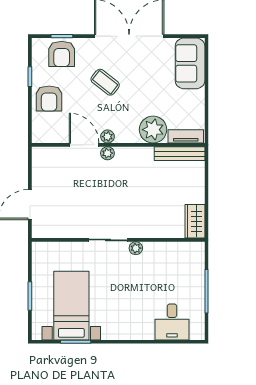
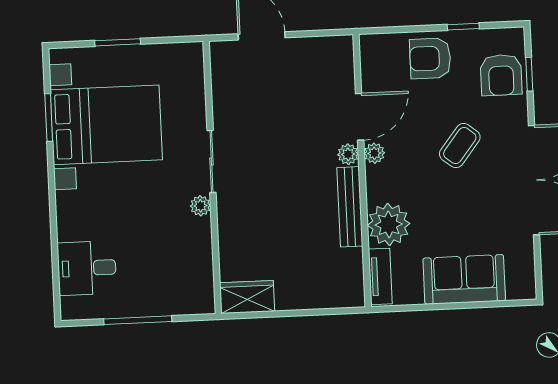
armchair: (62, 54) -> (501, 75), turned -90
sofa: (190, 63) -> (464, 279), moved
bench: (180, 154) -> (350, 207), moved
bed with nightstands: (71, 306) -> (106, 125), width x1.36

